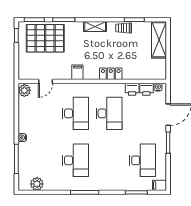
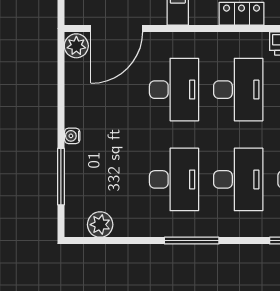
door: (46, 81) -> (117, 28), width x1.87
desk: (109, 160) -> (238, 179), added

